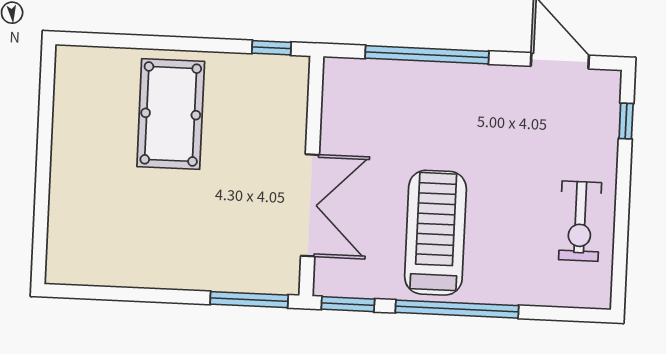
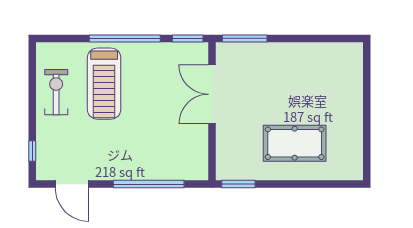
window: (272, 48) -> (238, 184), width x1.50
pool table: (171, 114) -> (295, 143), turned 90
treadmill: (435, 233) -> (104, 84), moved

